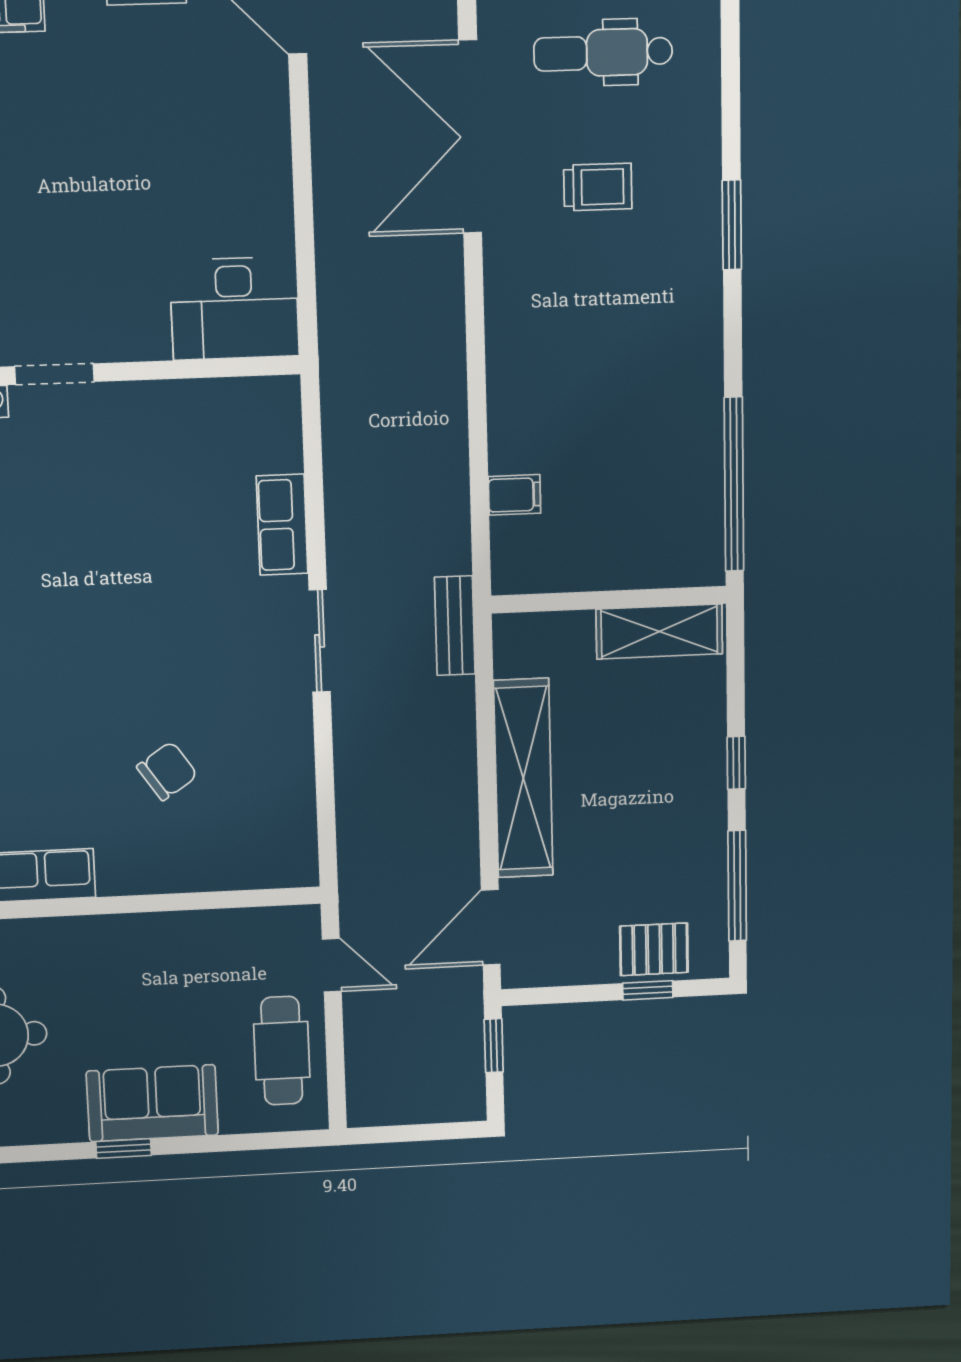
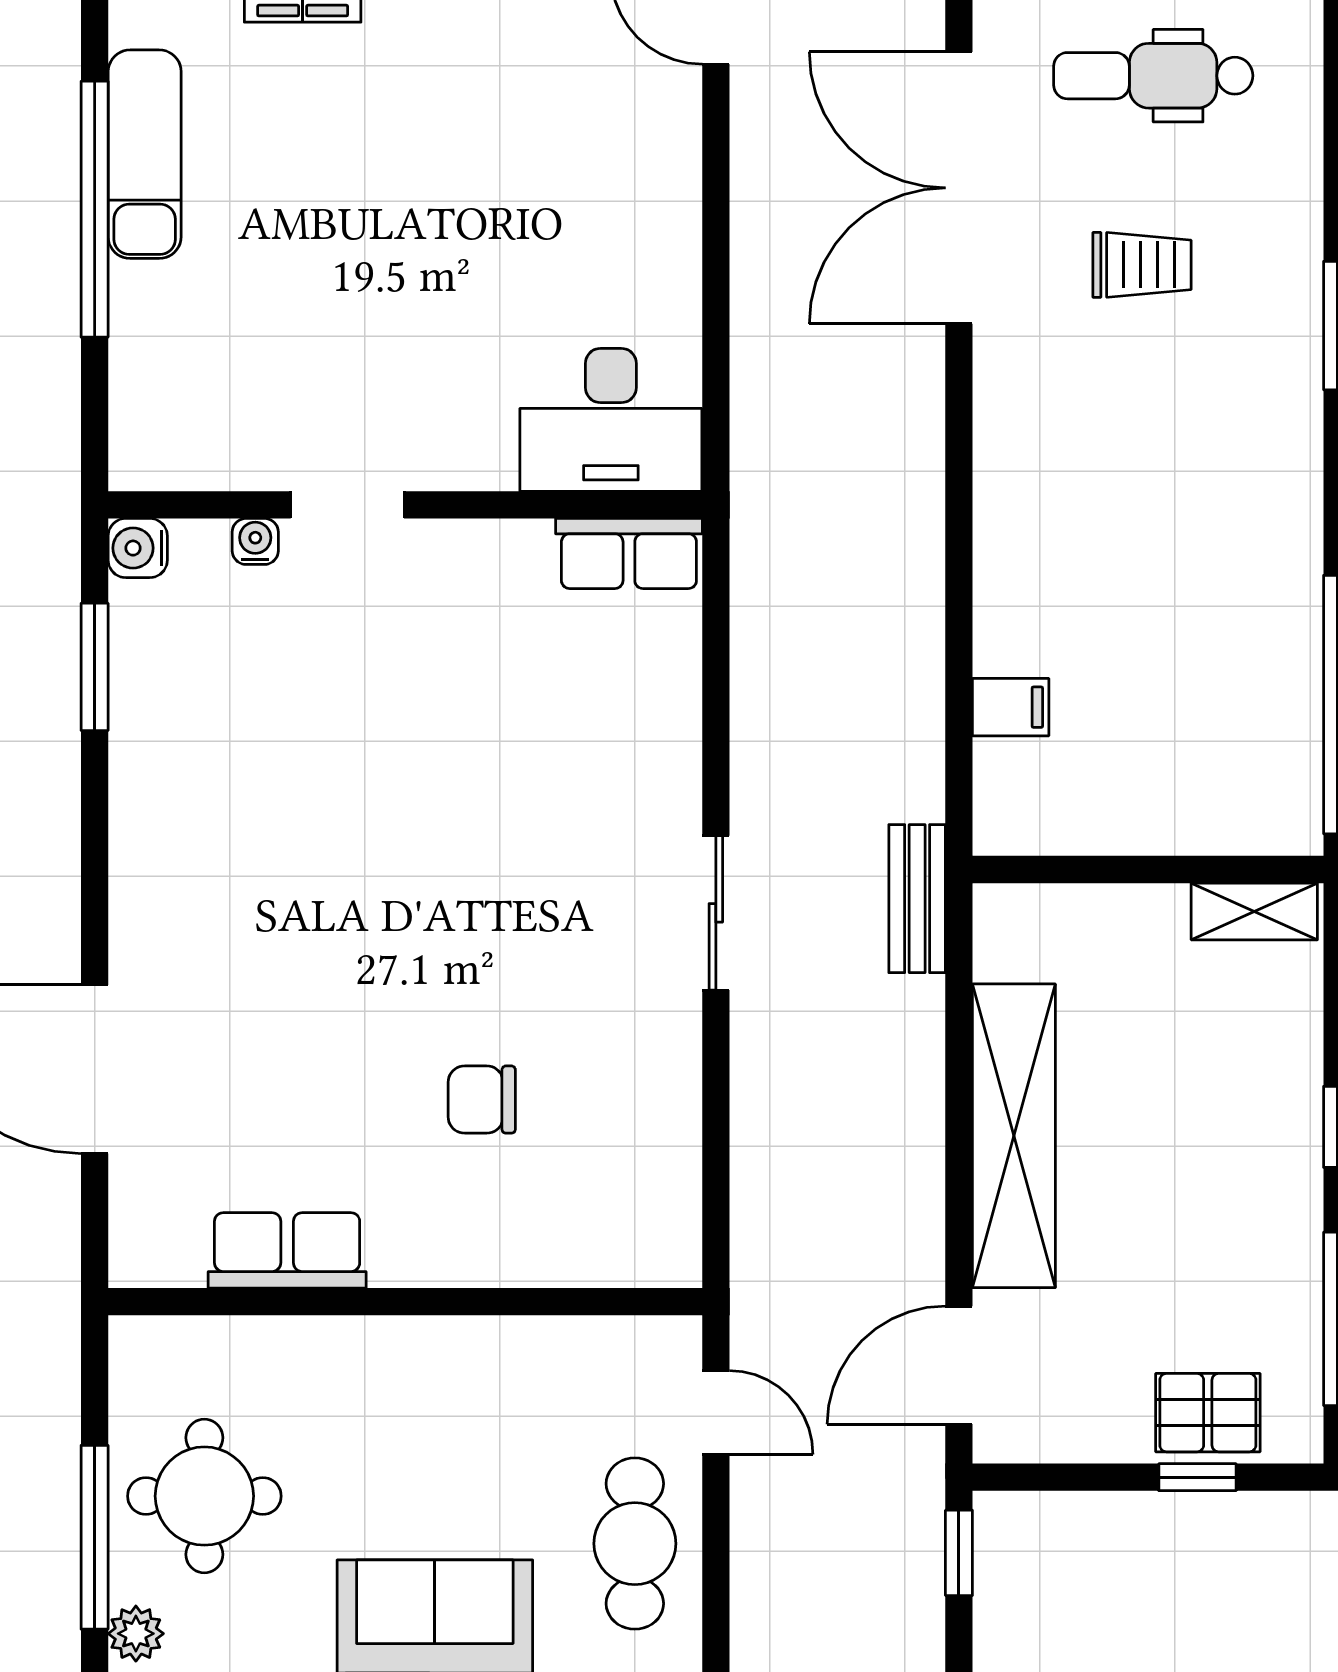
row of seats: (282, 525) -> (629, 553), moved, turned -90
shelving: (659, 632) -> (1254, 911), width x0.67, depth x0.75
chair: (167, 771) -> (482, 1100), turned -146

